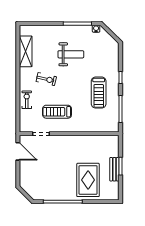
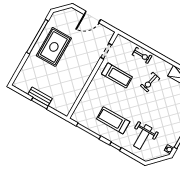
weight bench: (71, 54) -> (143, 137), moved
treadmill: (57, 112) -> (117, 75), turned 90
door: (18, 151) -> (92, 17), moved
rug: (88, 180) -> (54, 47), moved, turned 90

